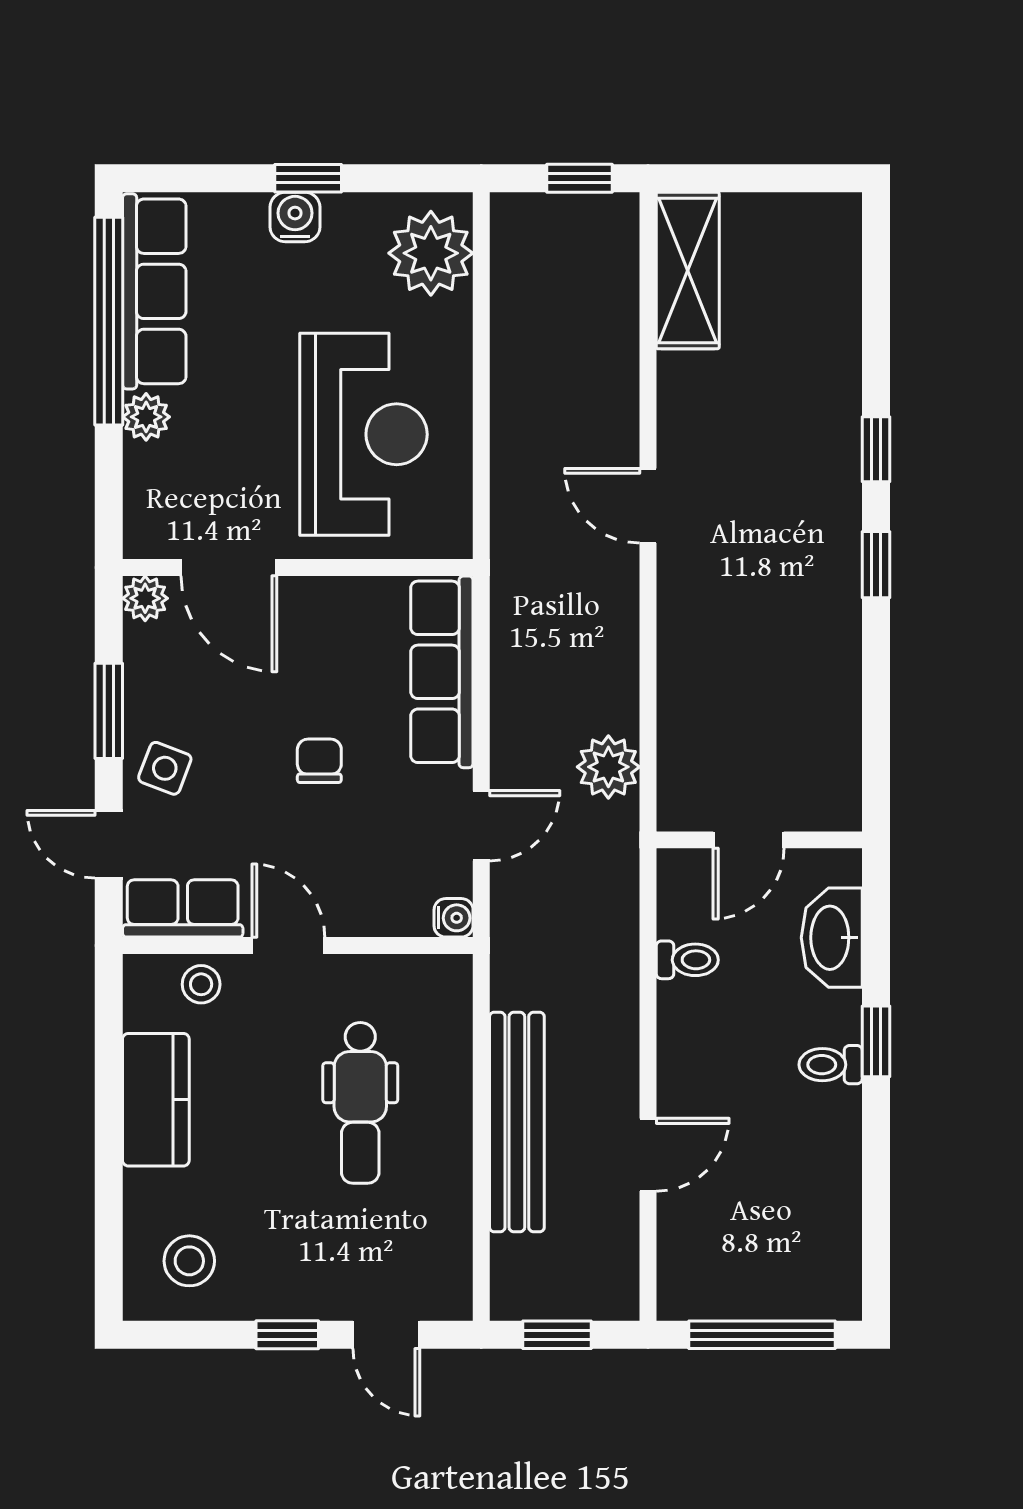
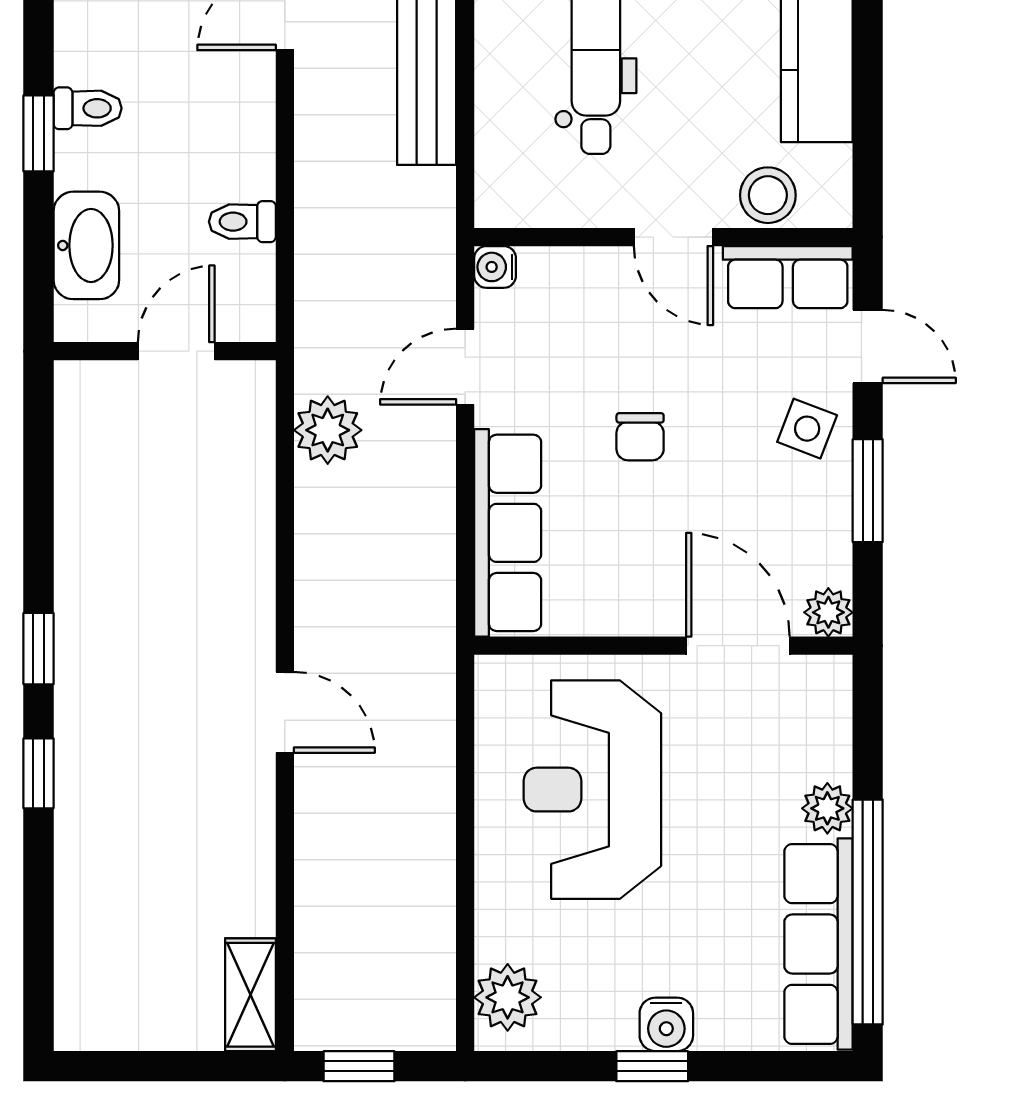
plant: (431, 253) -> (508, 997), width x0.73, depth x0.73
shelving: (688, 271) -> (250, 995), width x0.67, depth x0.75
stool: (201, 984) -> (768, 195), width x1.37, depth x1.37

